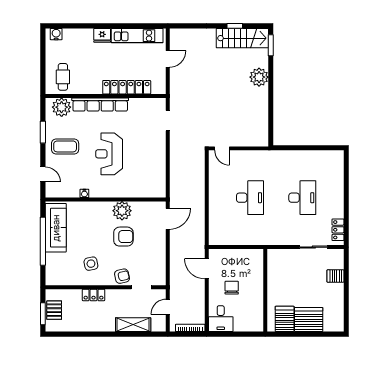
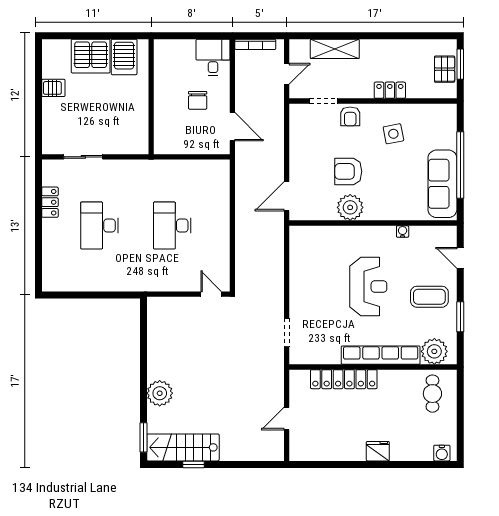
kitchen unit: (137, 36) -> (329, 451), removed
locker: (338, 230) -> (50, 202), moved
armchair: (122, 276) -> (350, 116), turned -77
server rack: (335, 276) -> (53, 88), moved

